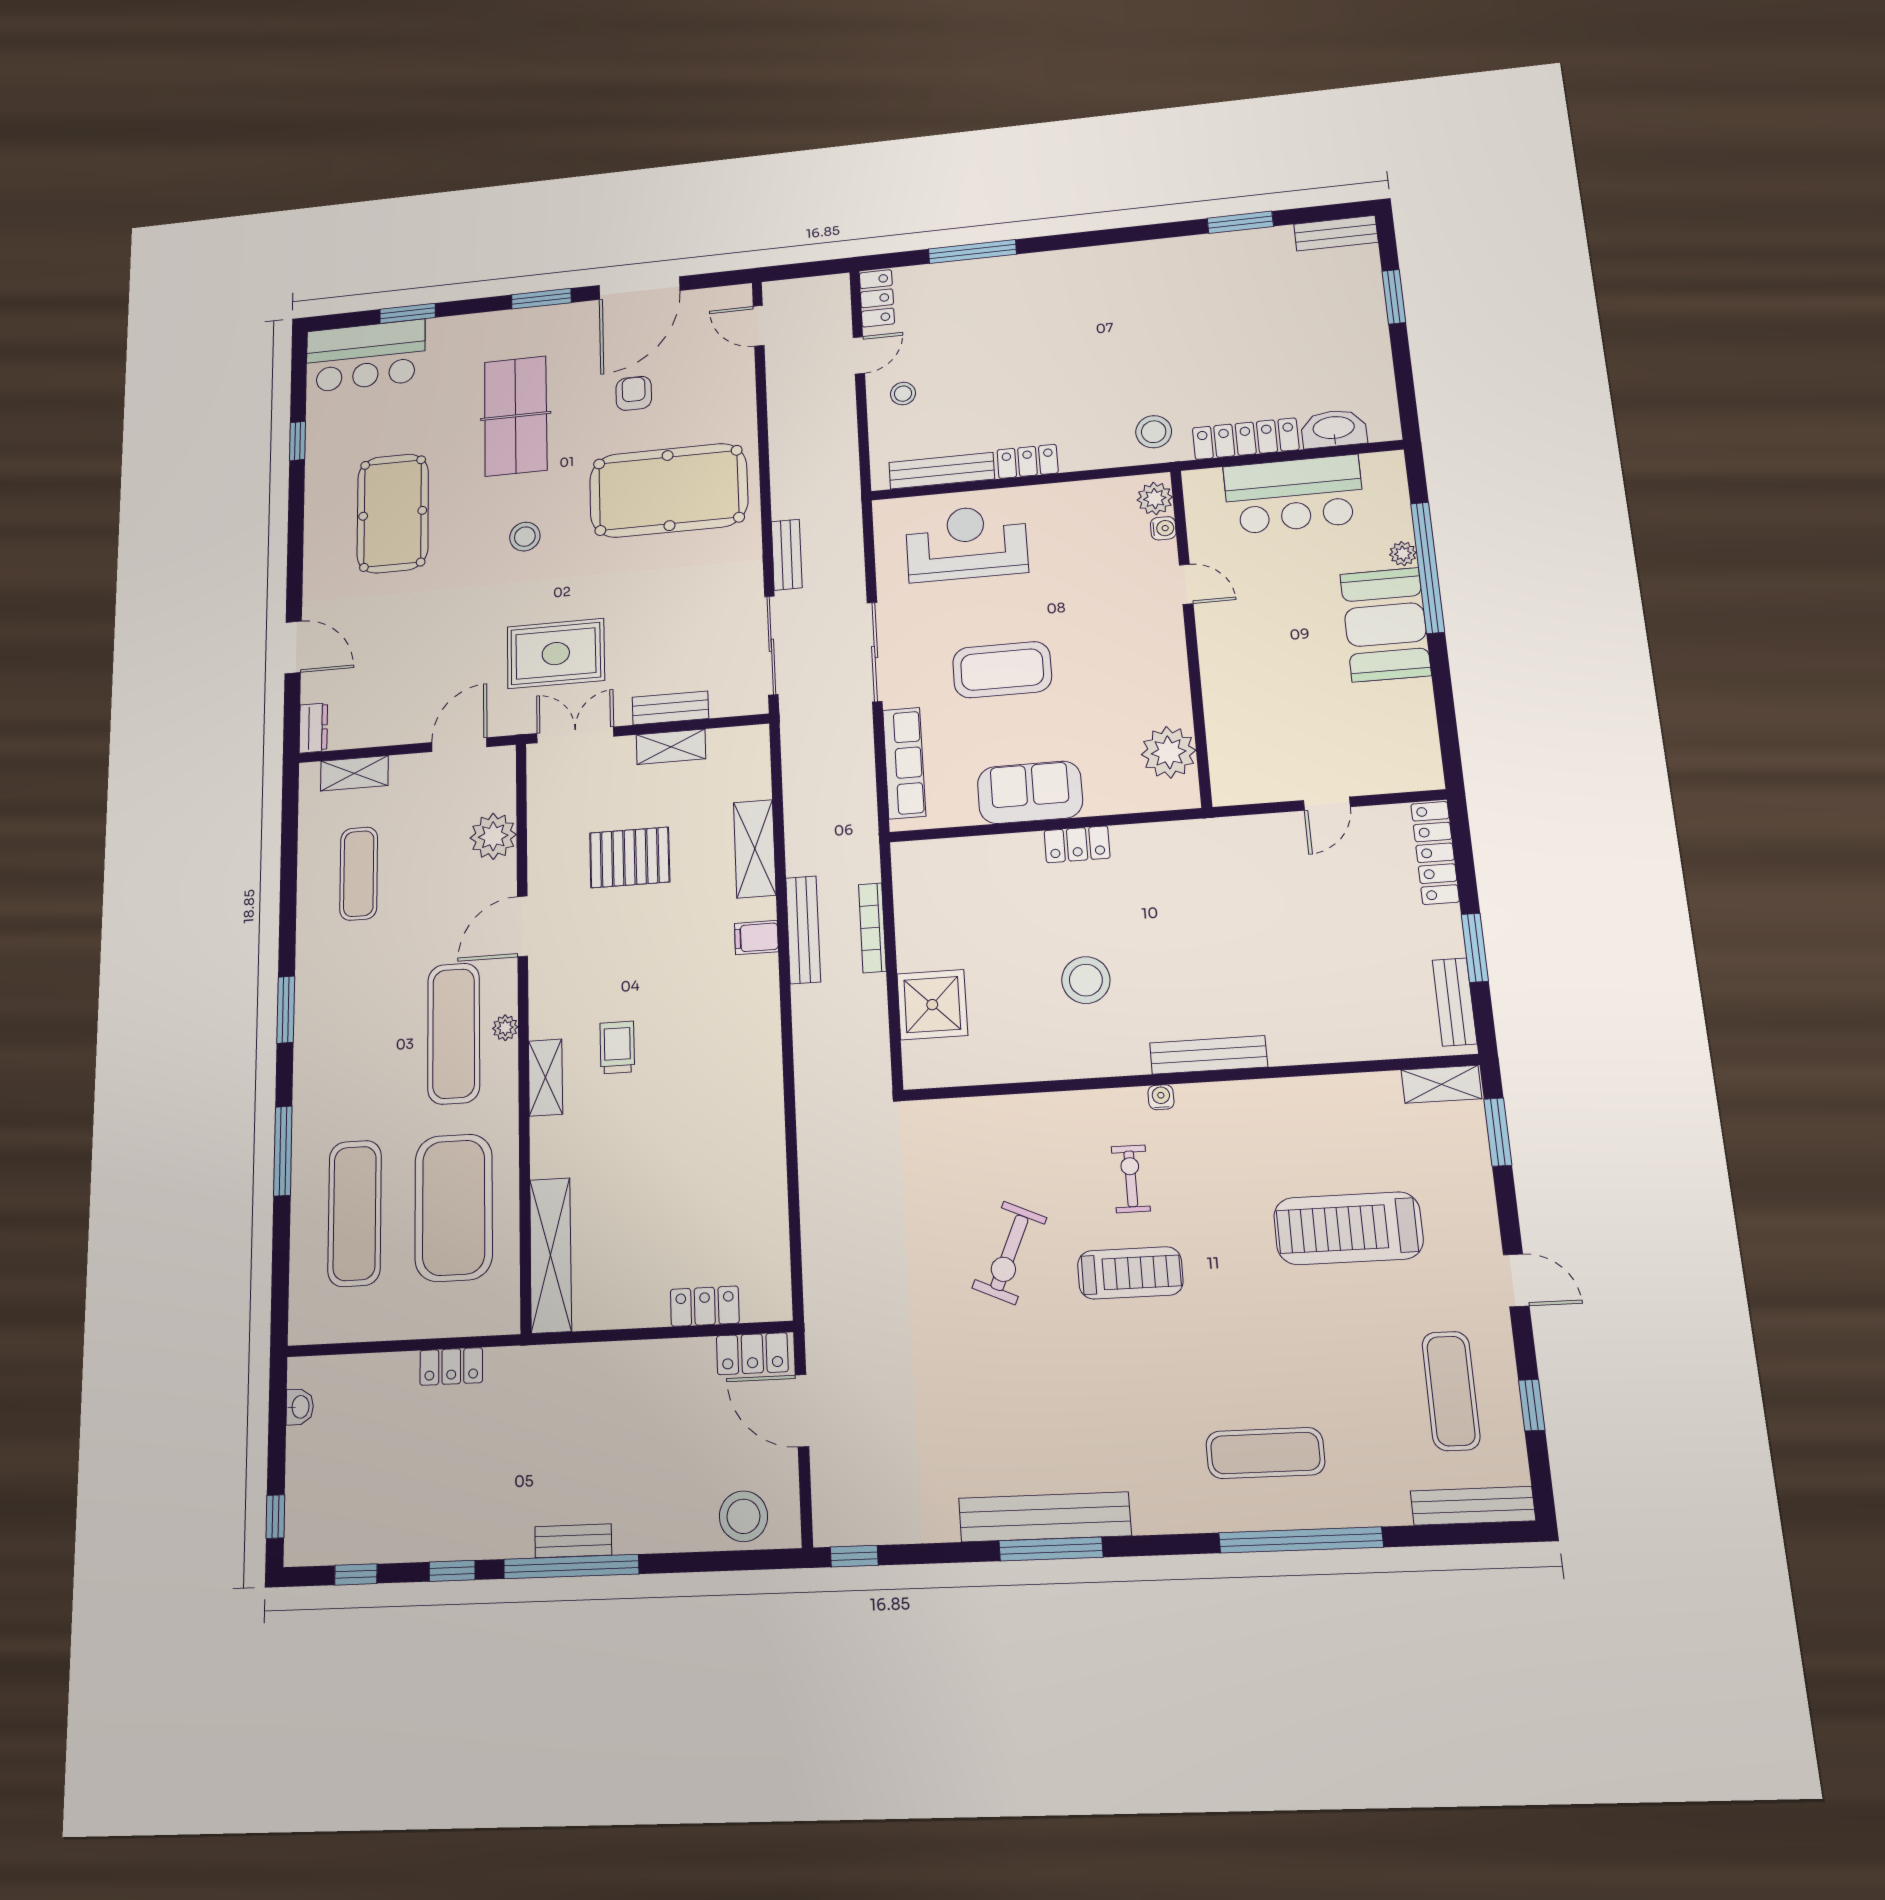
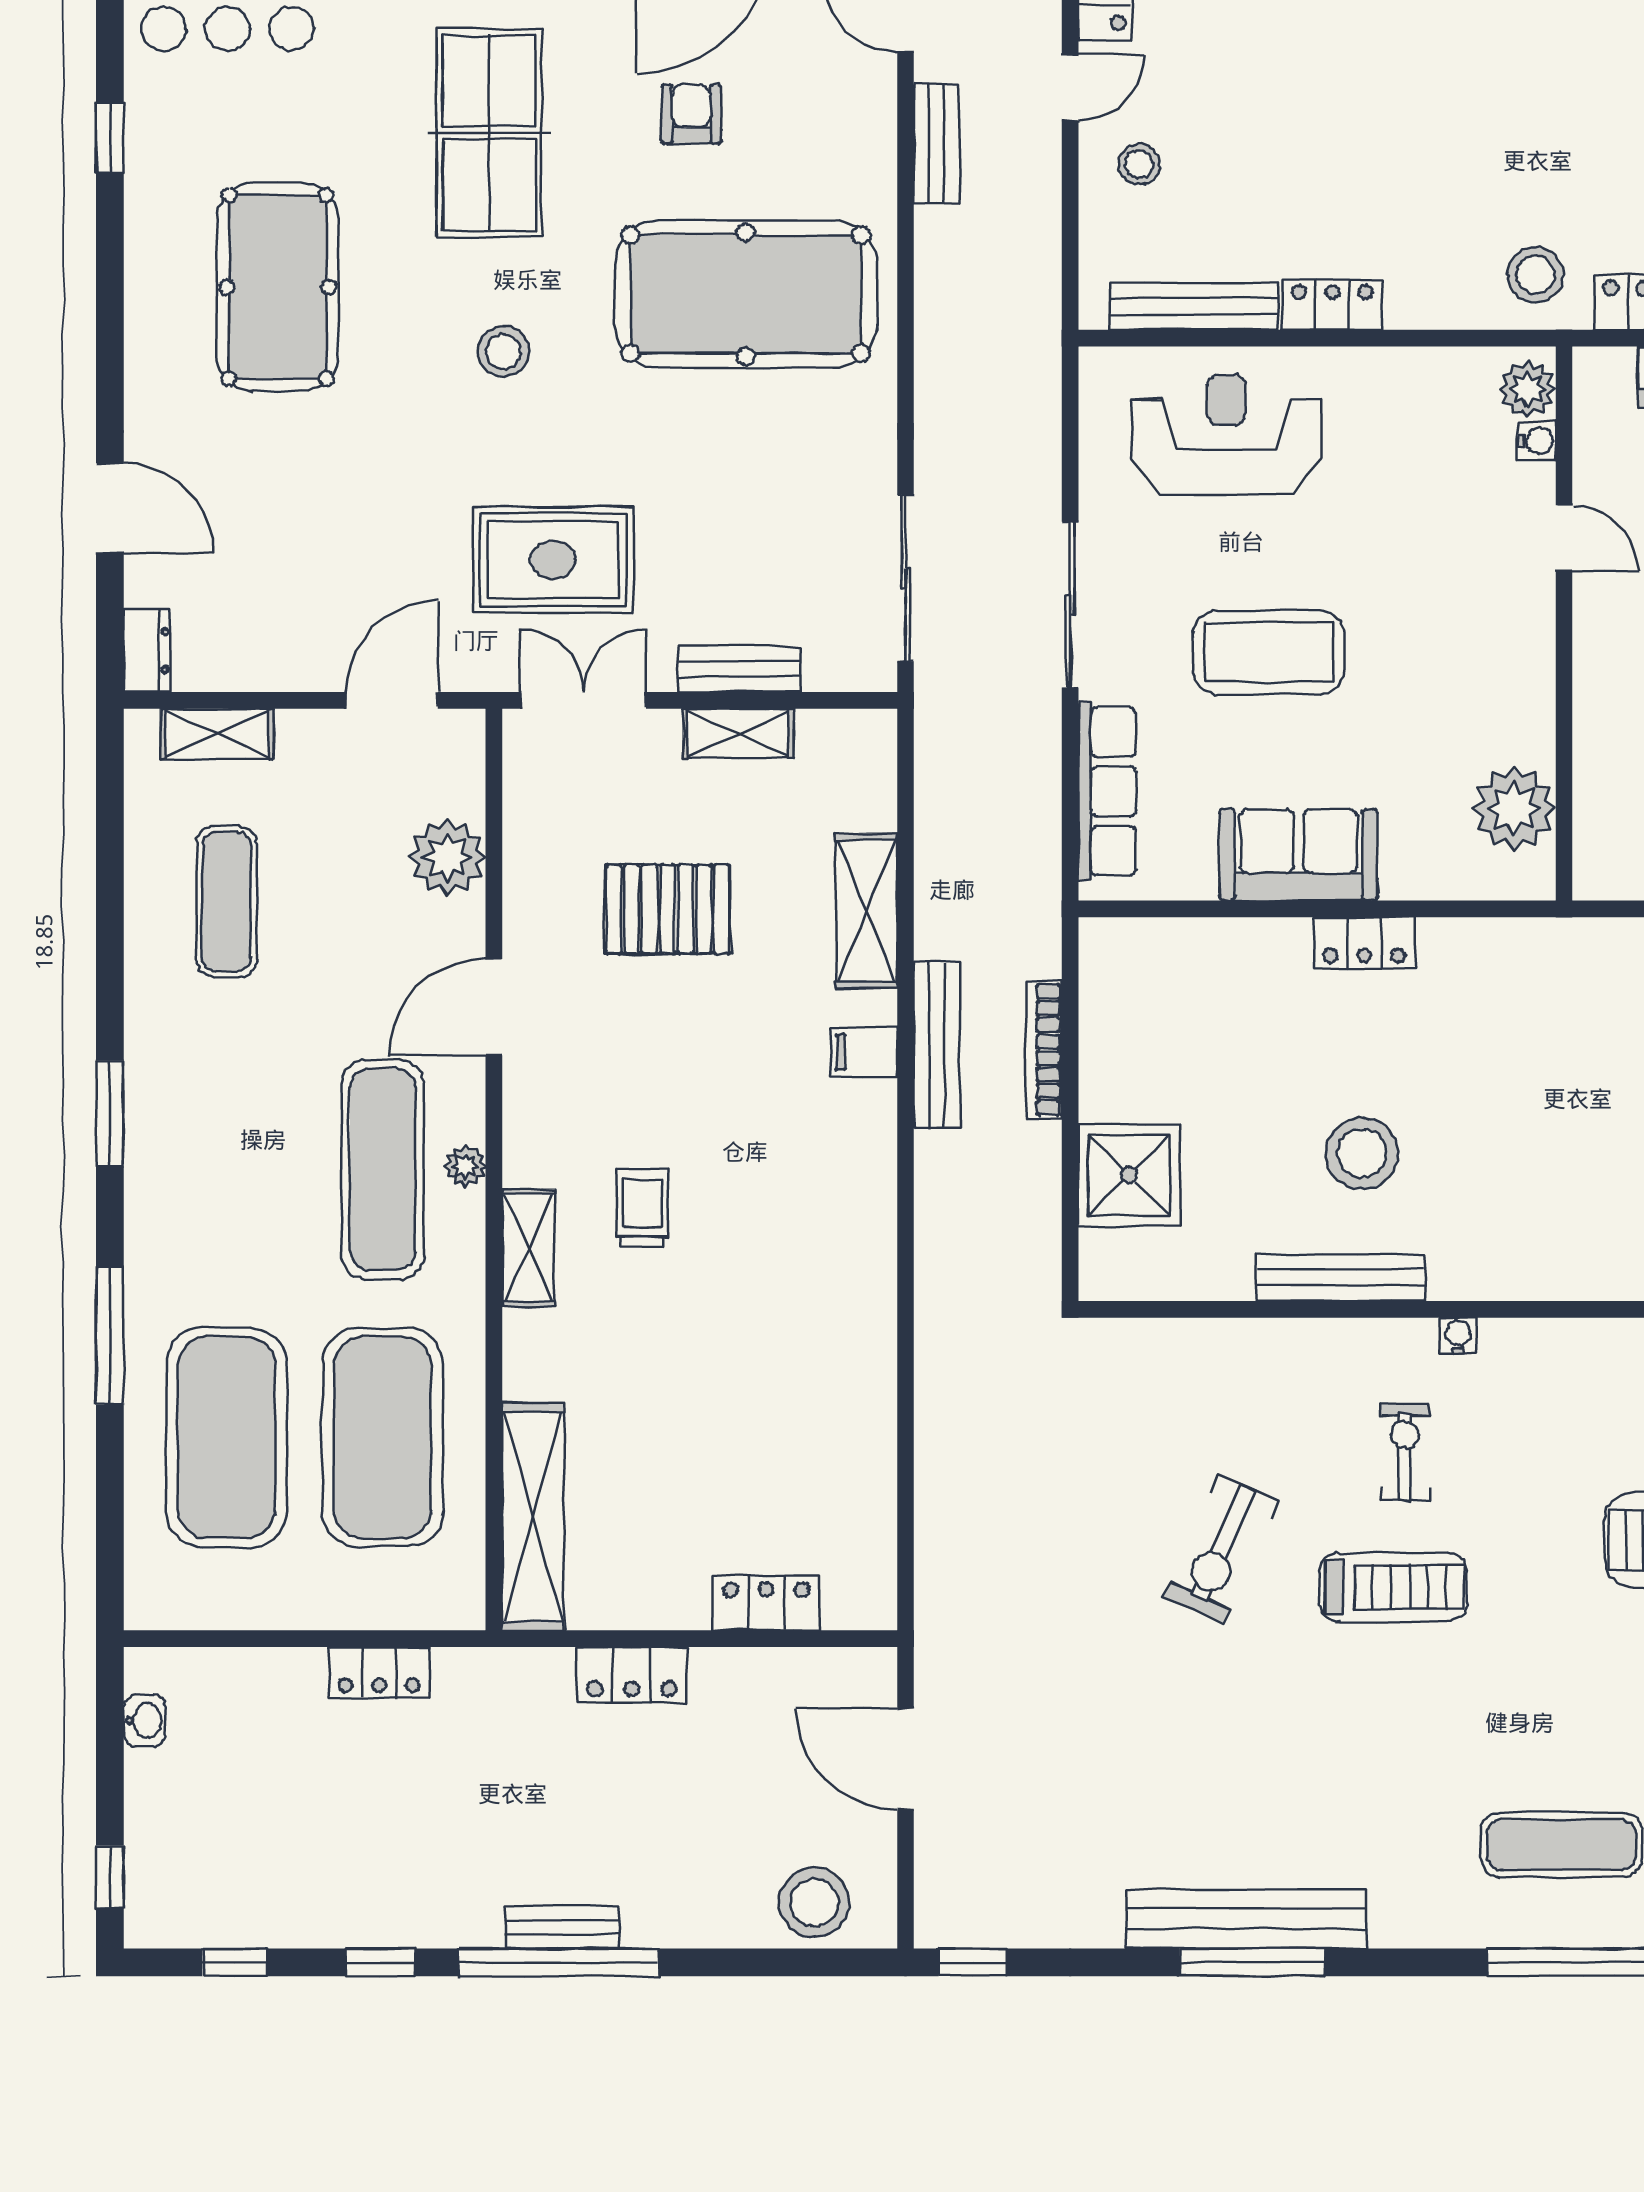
bench: (787, 555) -> (936, 144), moved
bench: (1209, 1055) -> (1341, 1278), moved
exercise mat: (355, 1213) -> (226, 1437), width x1.47
locker: (752, 1354) -> (632, 1675), moved

